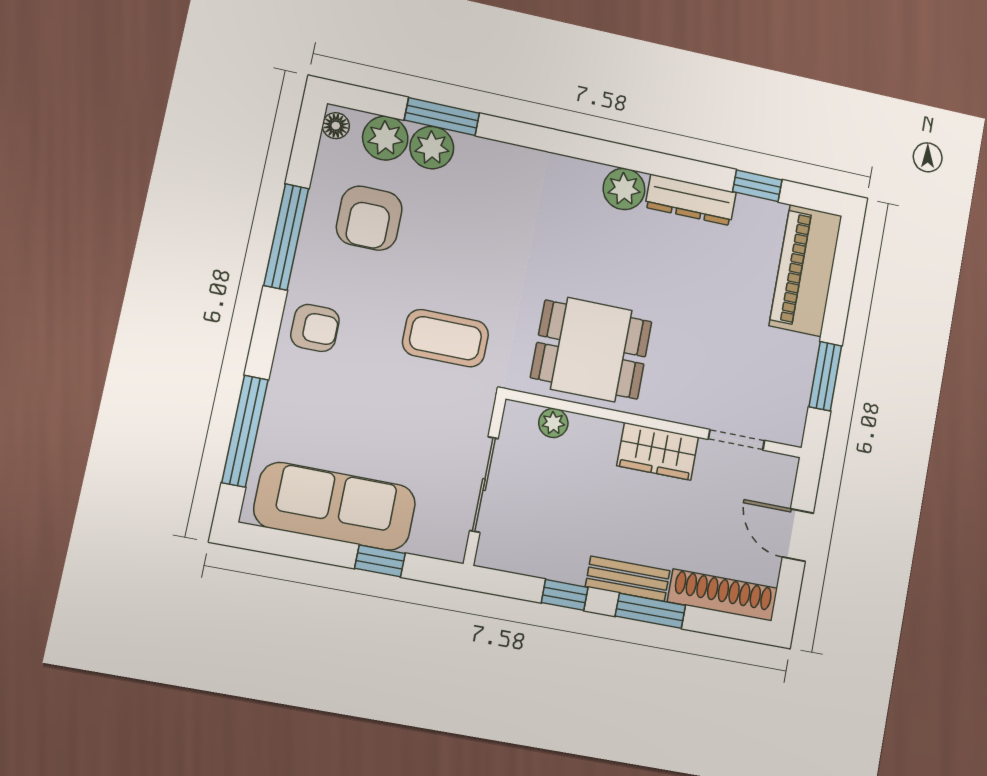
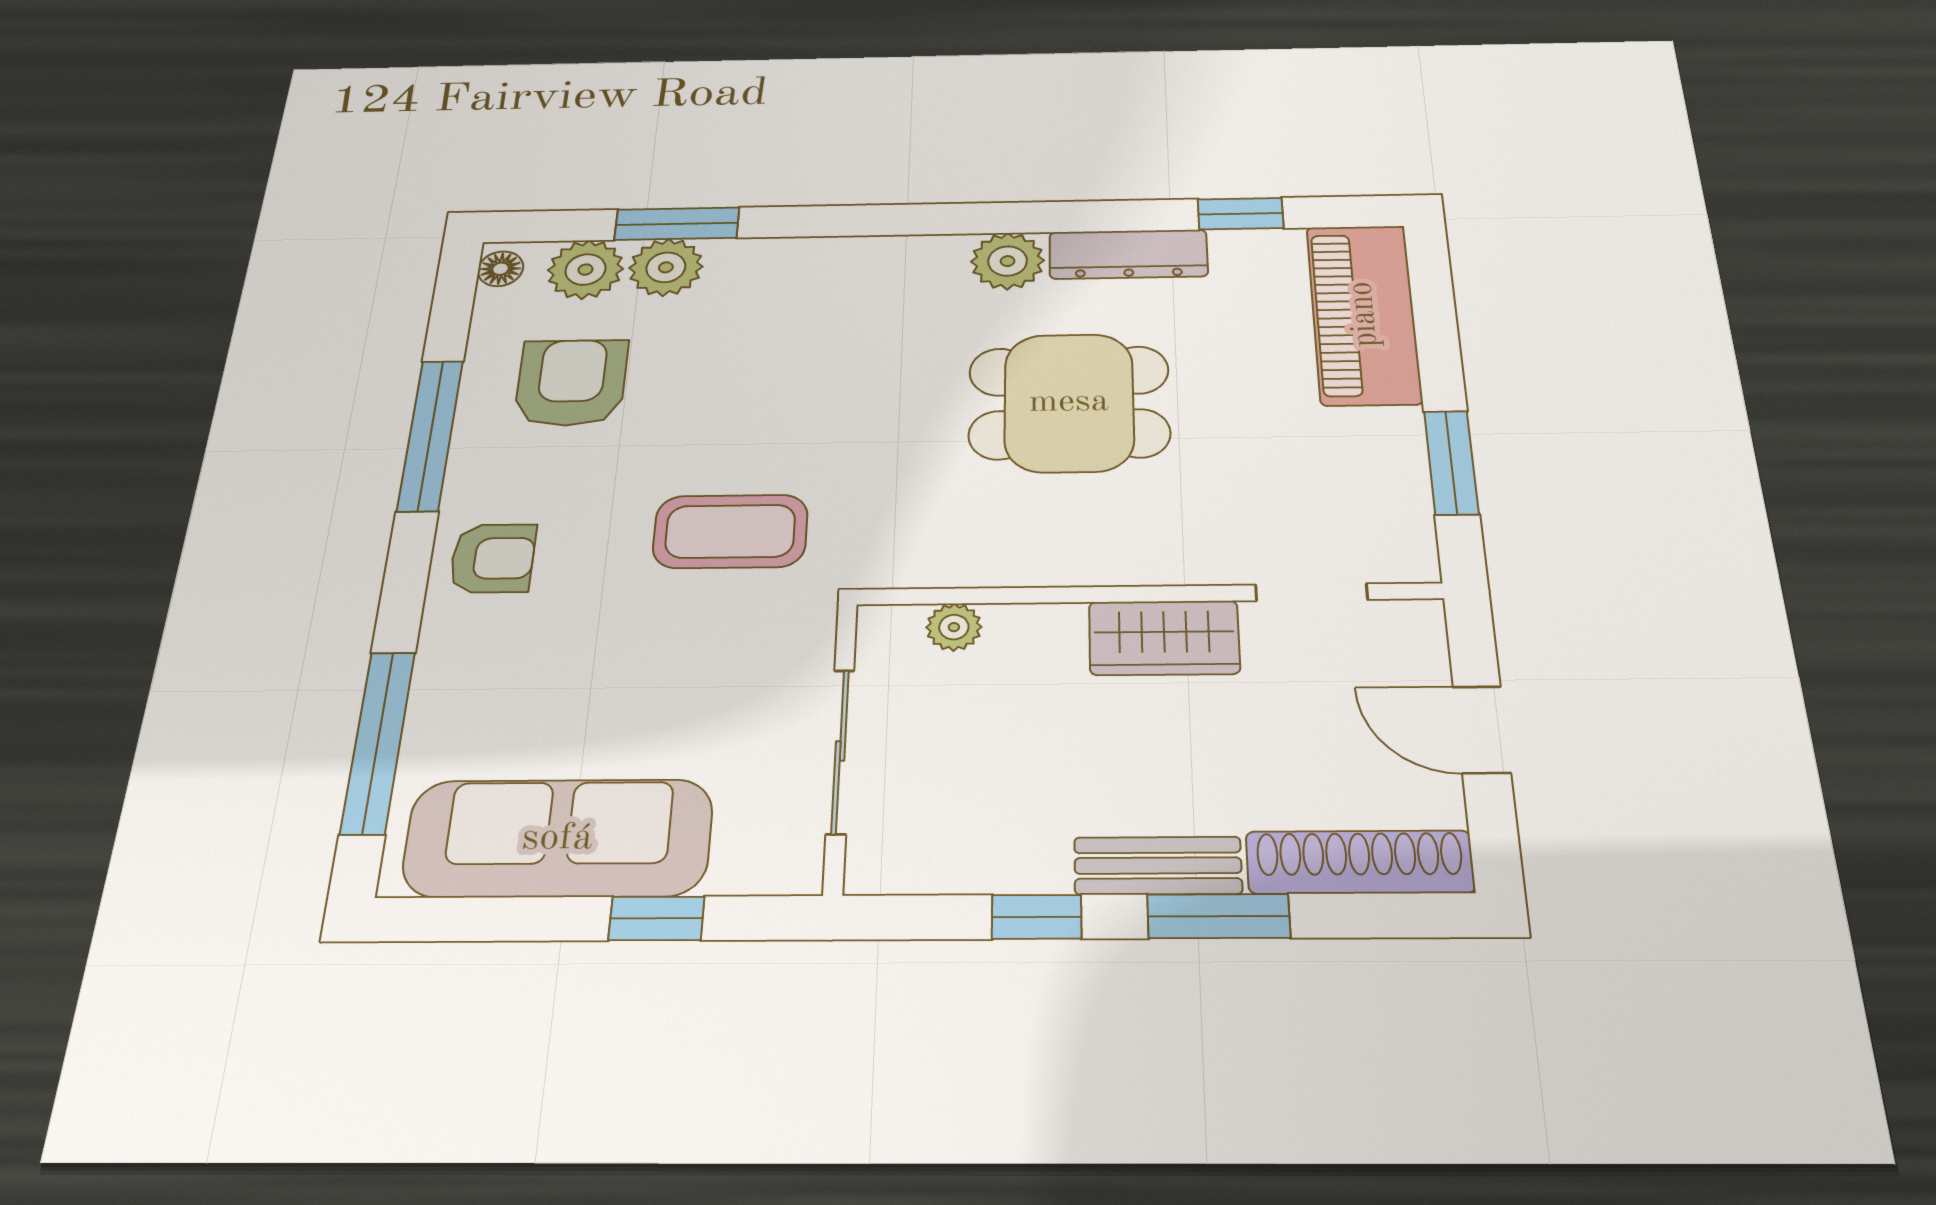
armchair: (369, 218) -> (571, 383), turned 180
dining table: (591, 350) -> (1069, 402), moved

